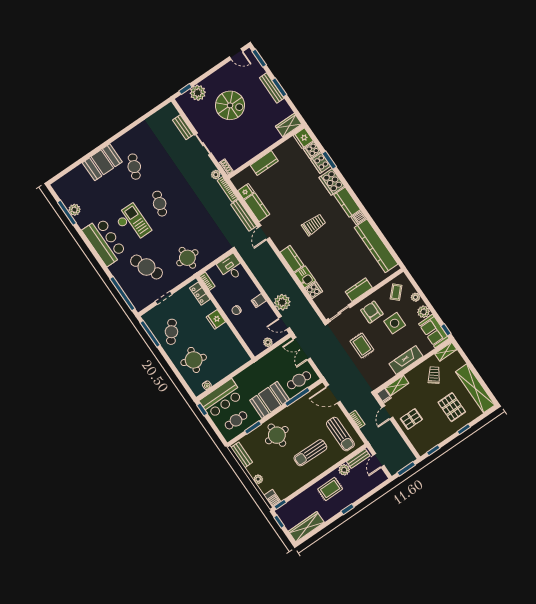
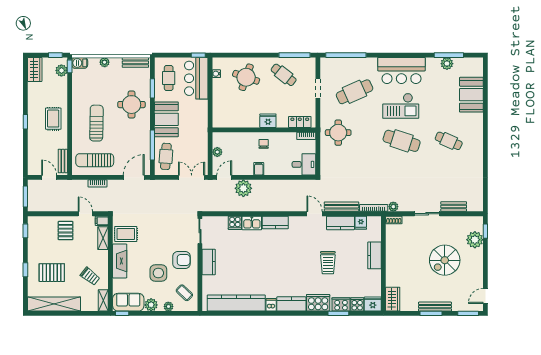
booth: (102, 162) -> (471, 95), moved
cafe table: (160, 204) -> (402, 141), width x1.37, depth x1.35
trolley: (314, 225) -> (328, 263), moved
rug: (362, 346) -> (126, 234), moved
plant: (344, 470) -> (61, 70), moved
wardrobe: (306, 527) -> (35, 69), width x0.67

